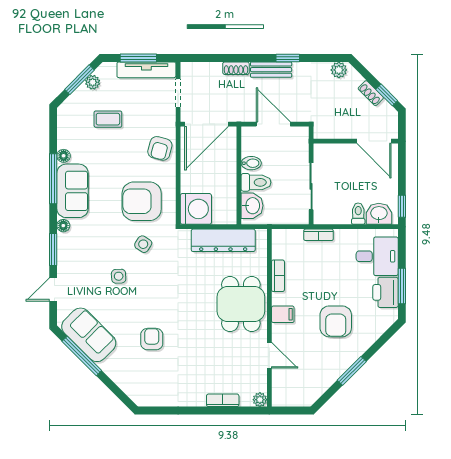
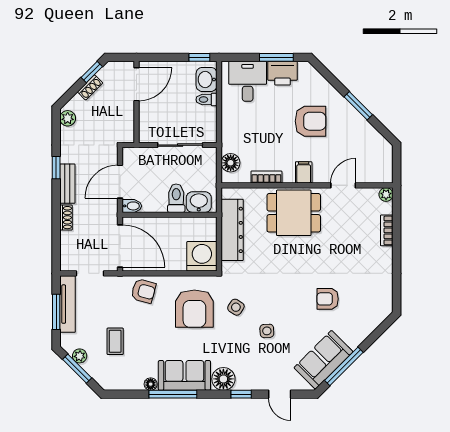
bidet: (251, 163) -> (132, 206), moved, turned 90
floor lamp: (63, 226) -> (223, 379), width x1.89, depth x1.89
bookcase: (319, 235) -> (227, 138), removed
floor lamp: (293, 239) -> (231, 163), added
window: (53, 249) -> (241, 394), width x0.67

